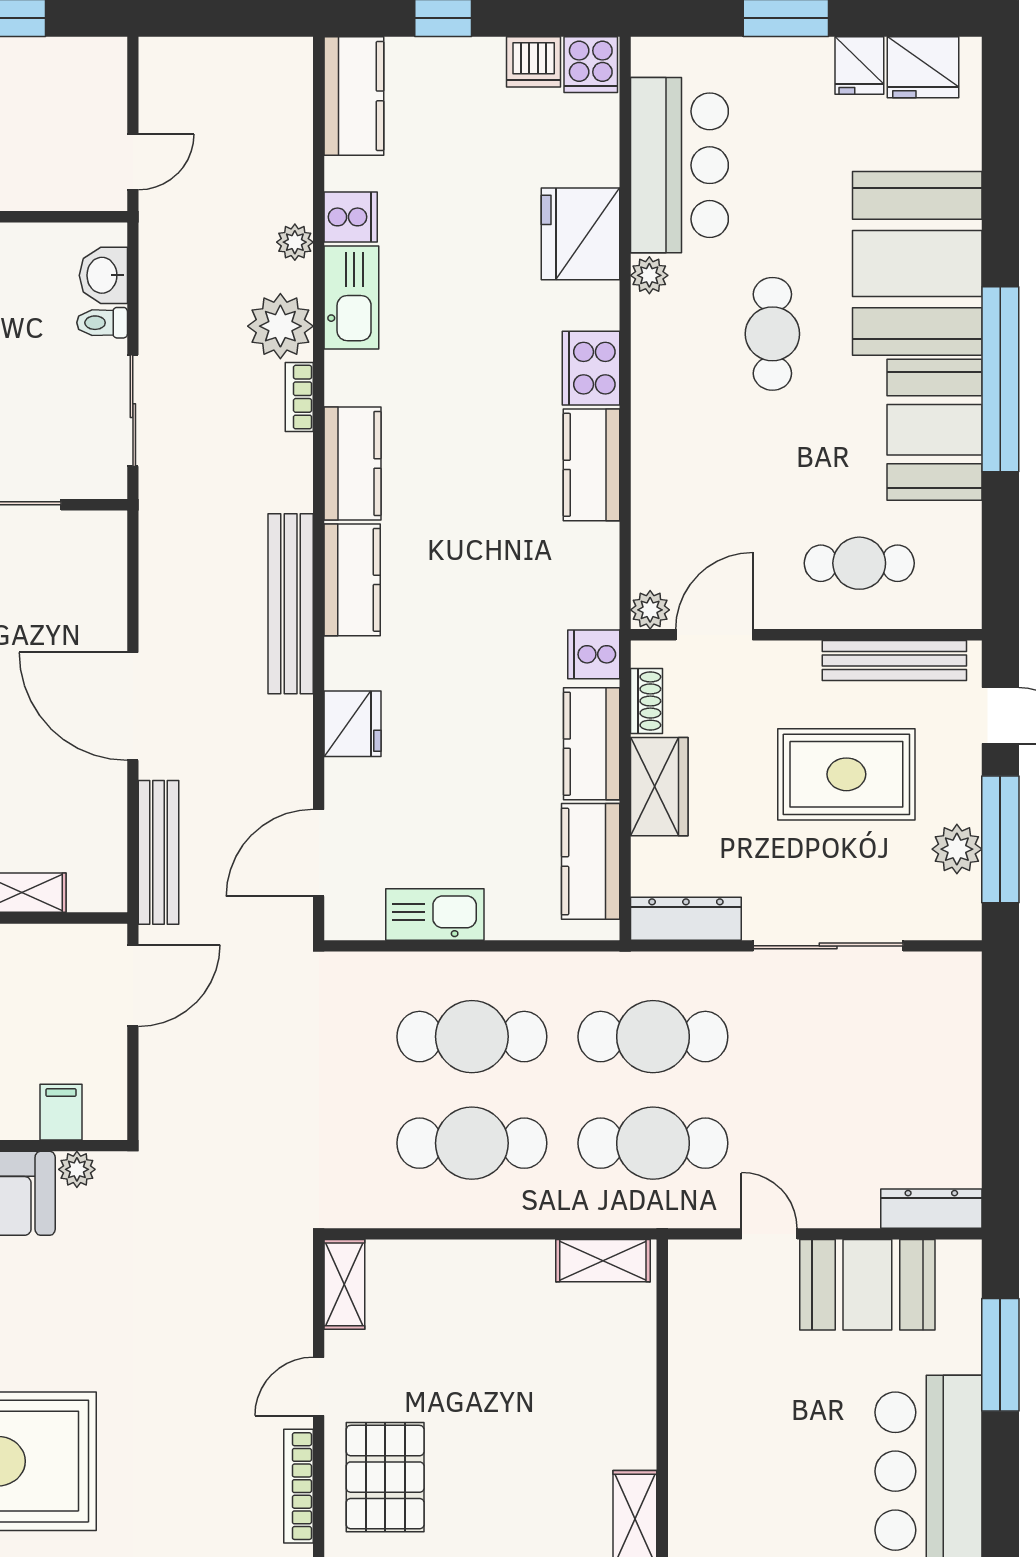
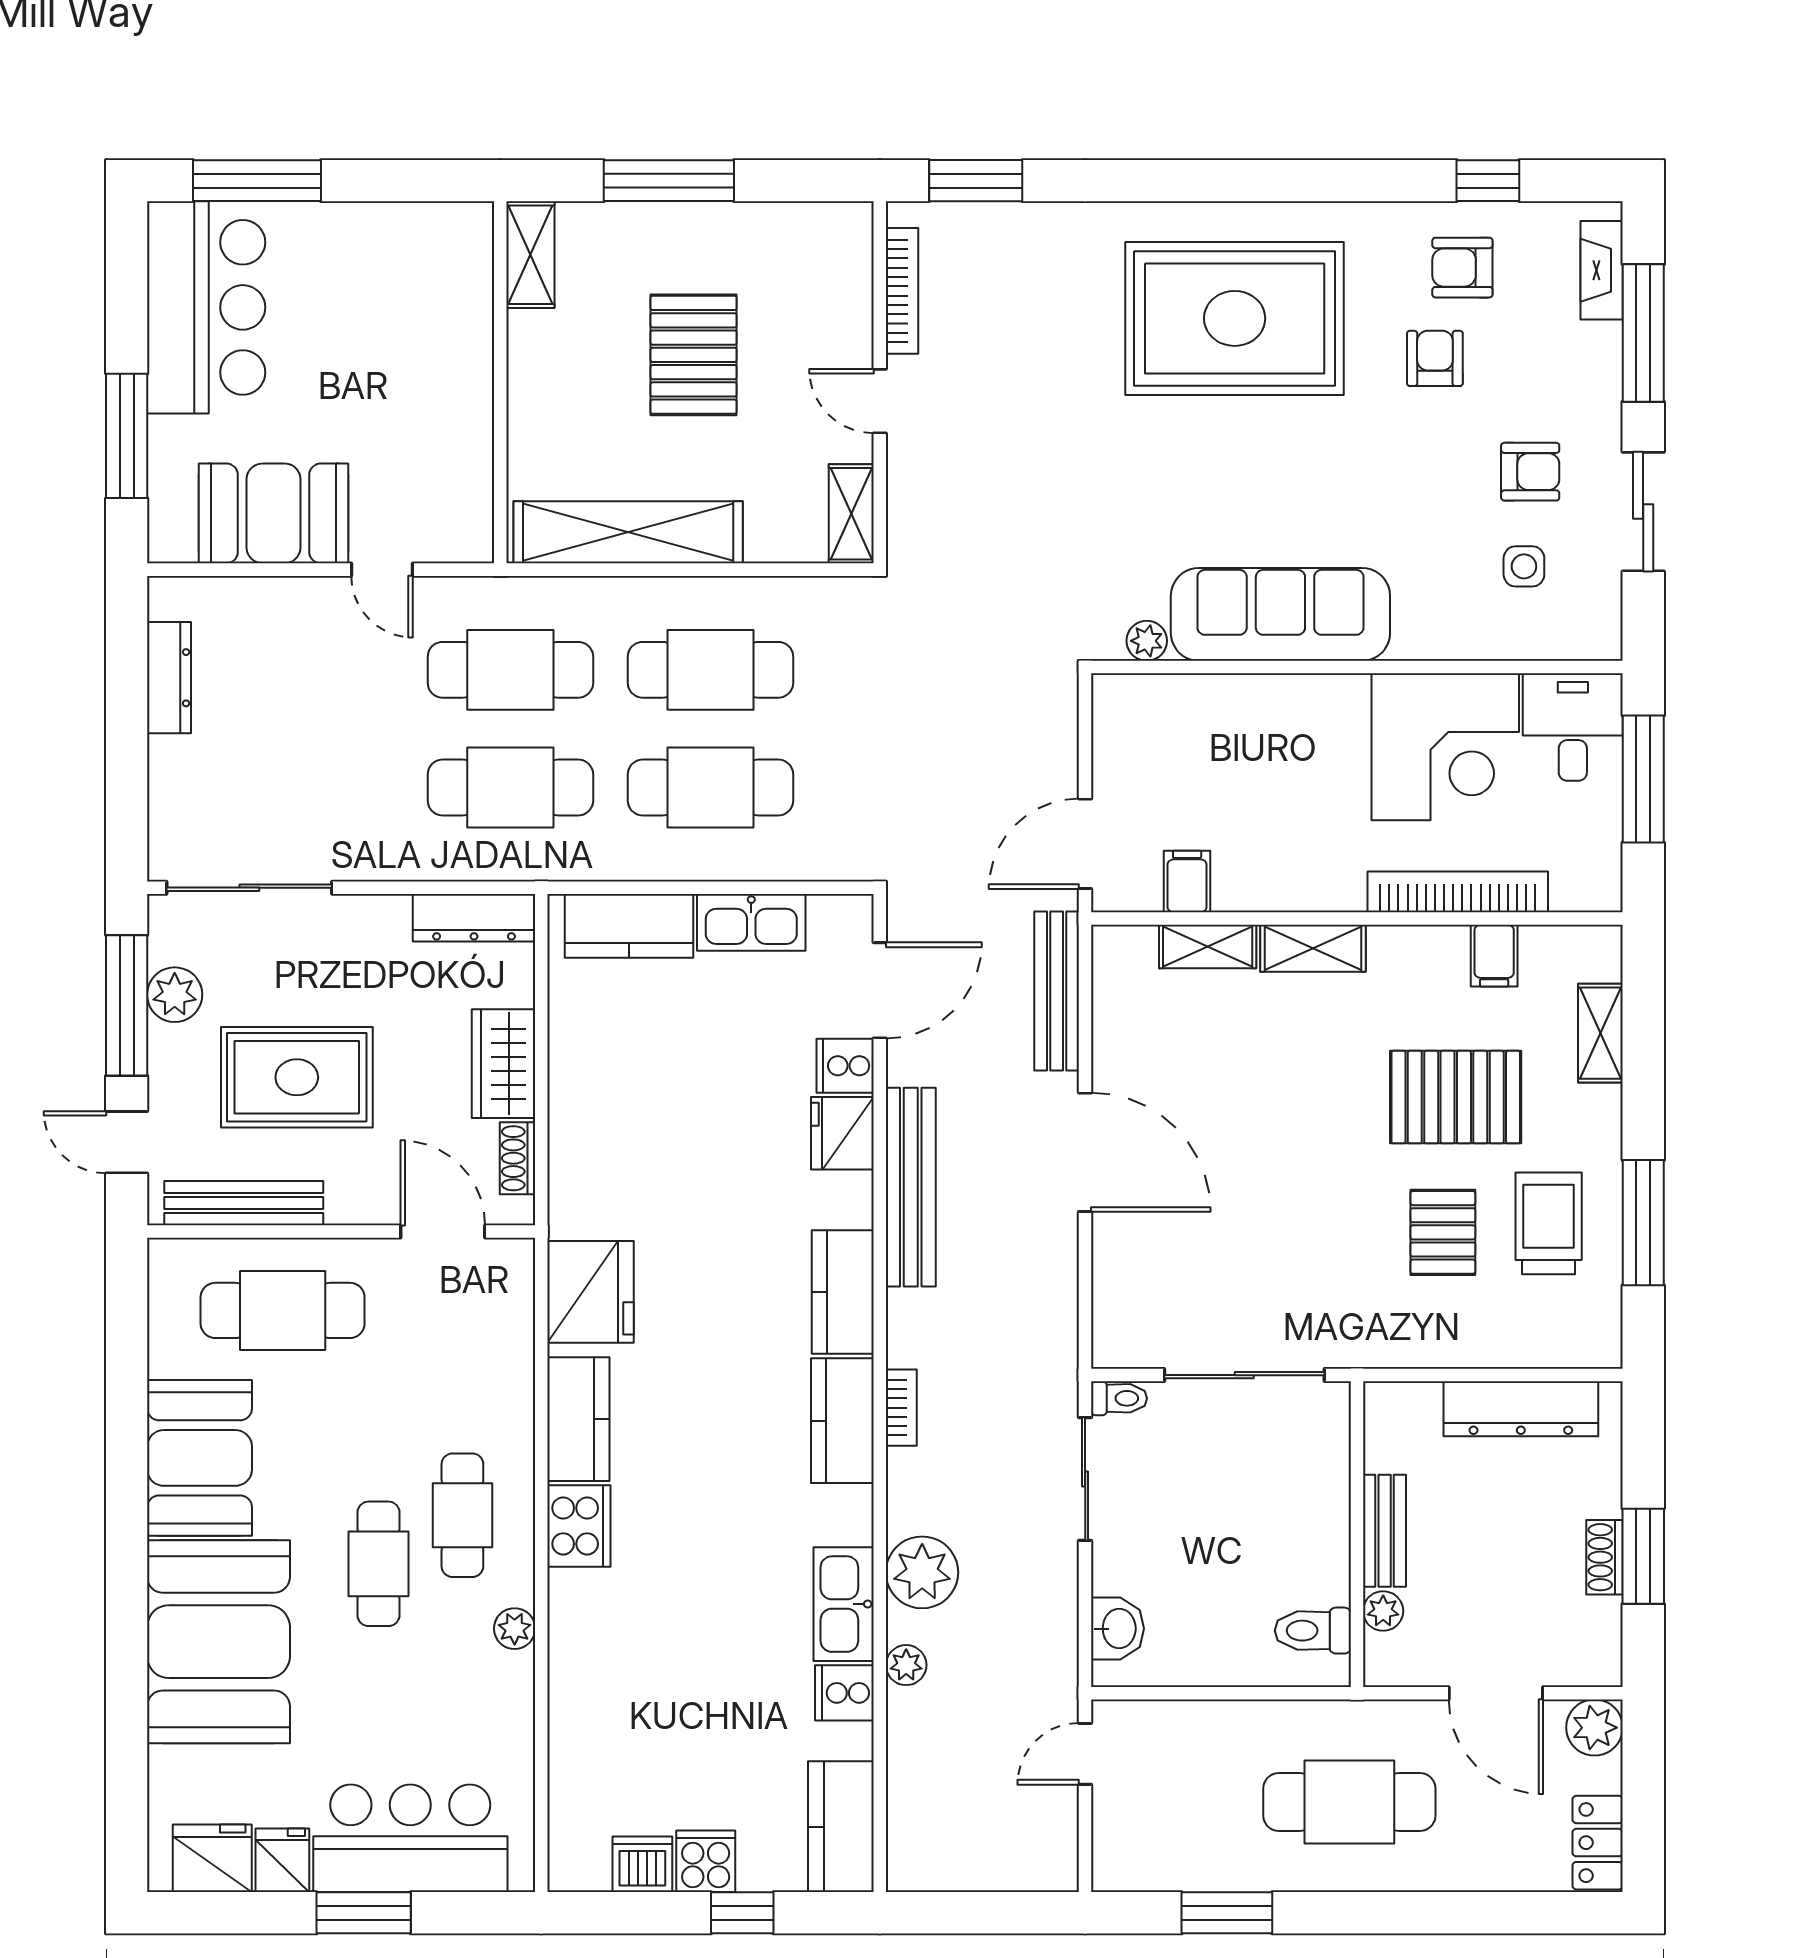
cooker: (591, 65) -> (706, 1861), moved
bar counter: (679, 165) -> (410, 1838), moved, turned 90
fridge: (580, 234) -> (591, 1292), moved
toilet: (102, 323) -> (1119, 1398), moved
cafe table: (696, 378) -> (462, 1515), added
window: (1000, 379) -> (127, 1514), removed
bookcase: (299, 397) -> (901, 1408), moved
cafe table: (859, 563) -> (283, 1310), width x1.37, depth x1.35
bench: (291, 604) -> (911, 1187), moved
plant: (650, 610) -> (514, 1259), removed
door: (714, 635) -> (443, 1231), swing flipped
cooker: (594, 654) -> (845, 1066), moved, turned 180
kitchen counter: (592, 744) -> (578, 1111), removed
kitchen counter: (591, 861) -> (629, 926), moved, turned 90
sliding door: (828, 946) -> (249, 888), moved
filing cabinet: (61, 1112) -> (1187, 881), moved, turned 180
dresser: (931, 1209) -> (169, 678), moved, turned -90
shelving: (603, 1261) -> (628, 532), width x2.20, depth x1.33
door: (319, 1386) -> (880, 401), swing flipped
pallet: (385, 1477) -> (694, 355), moved

